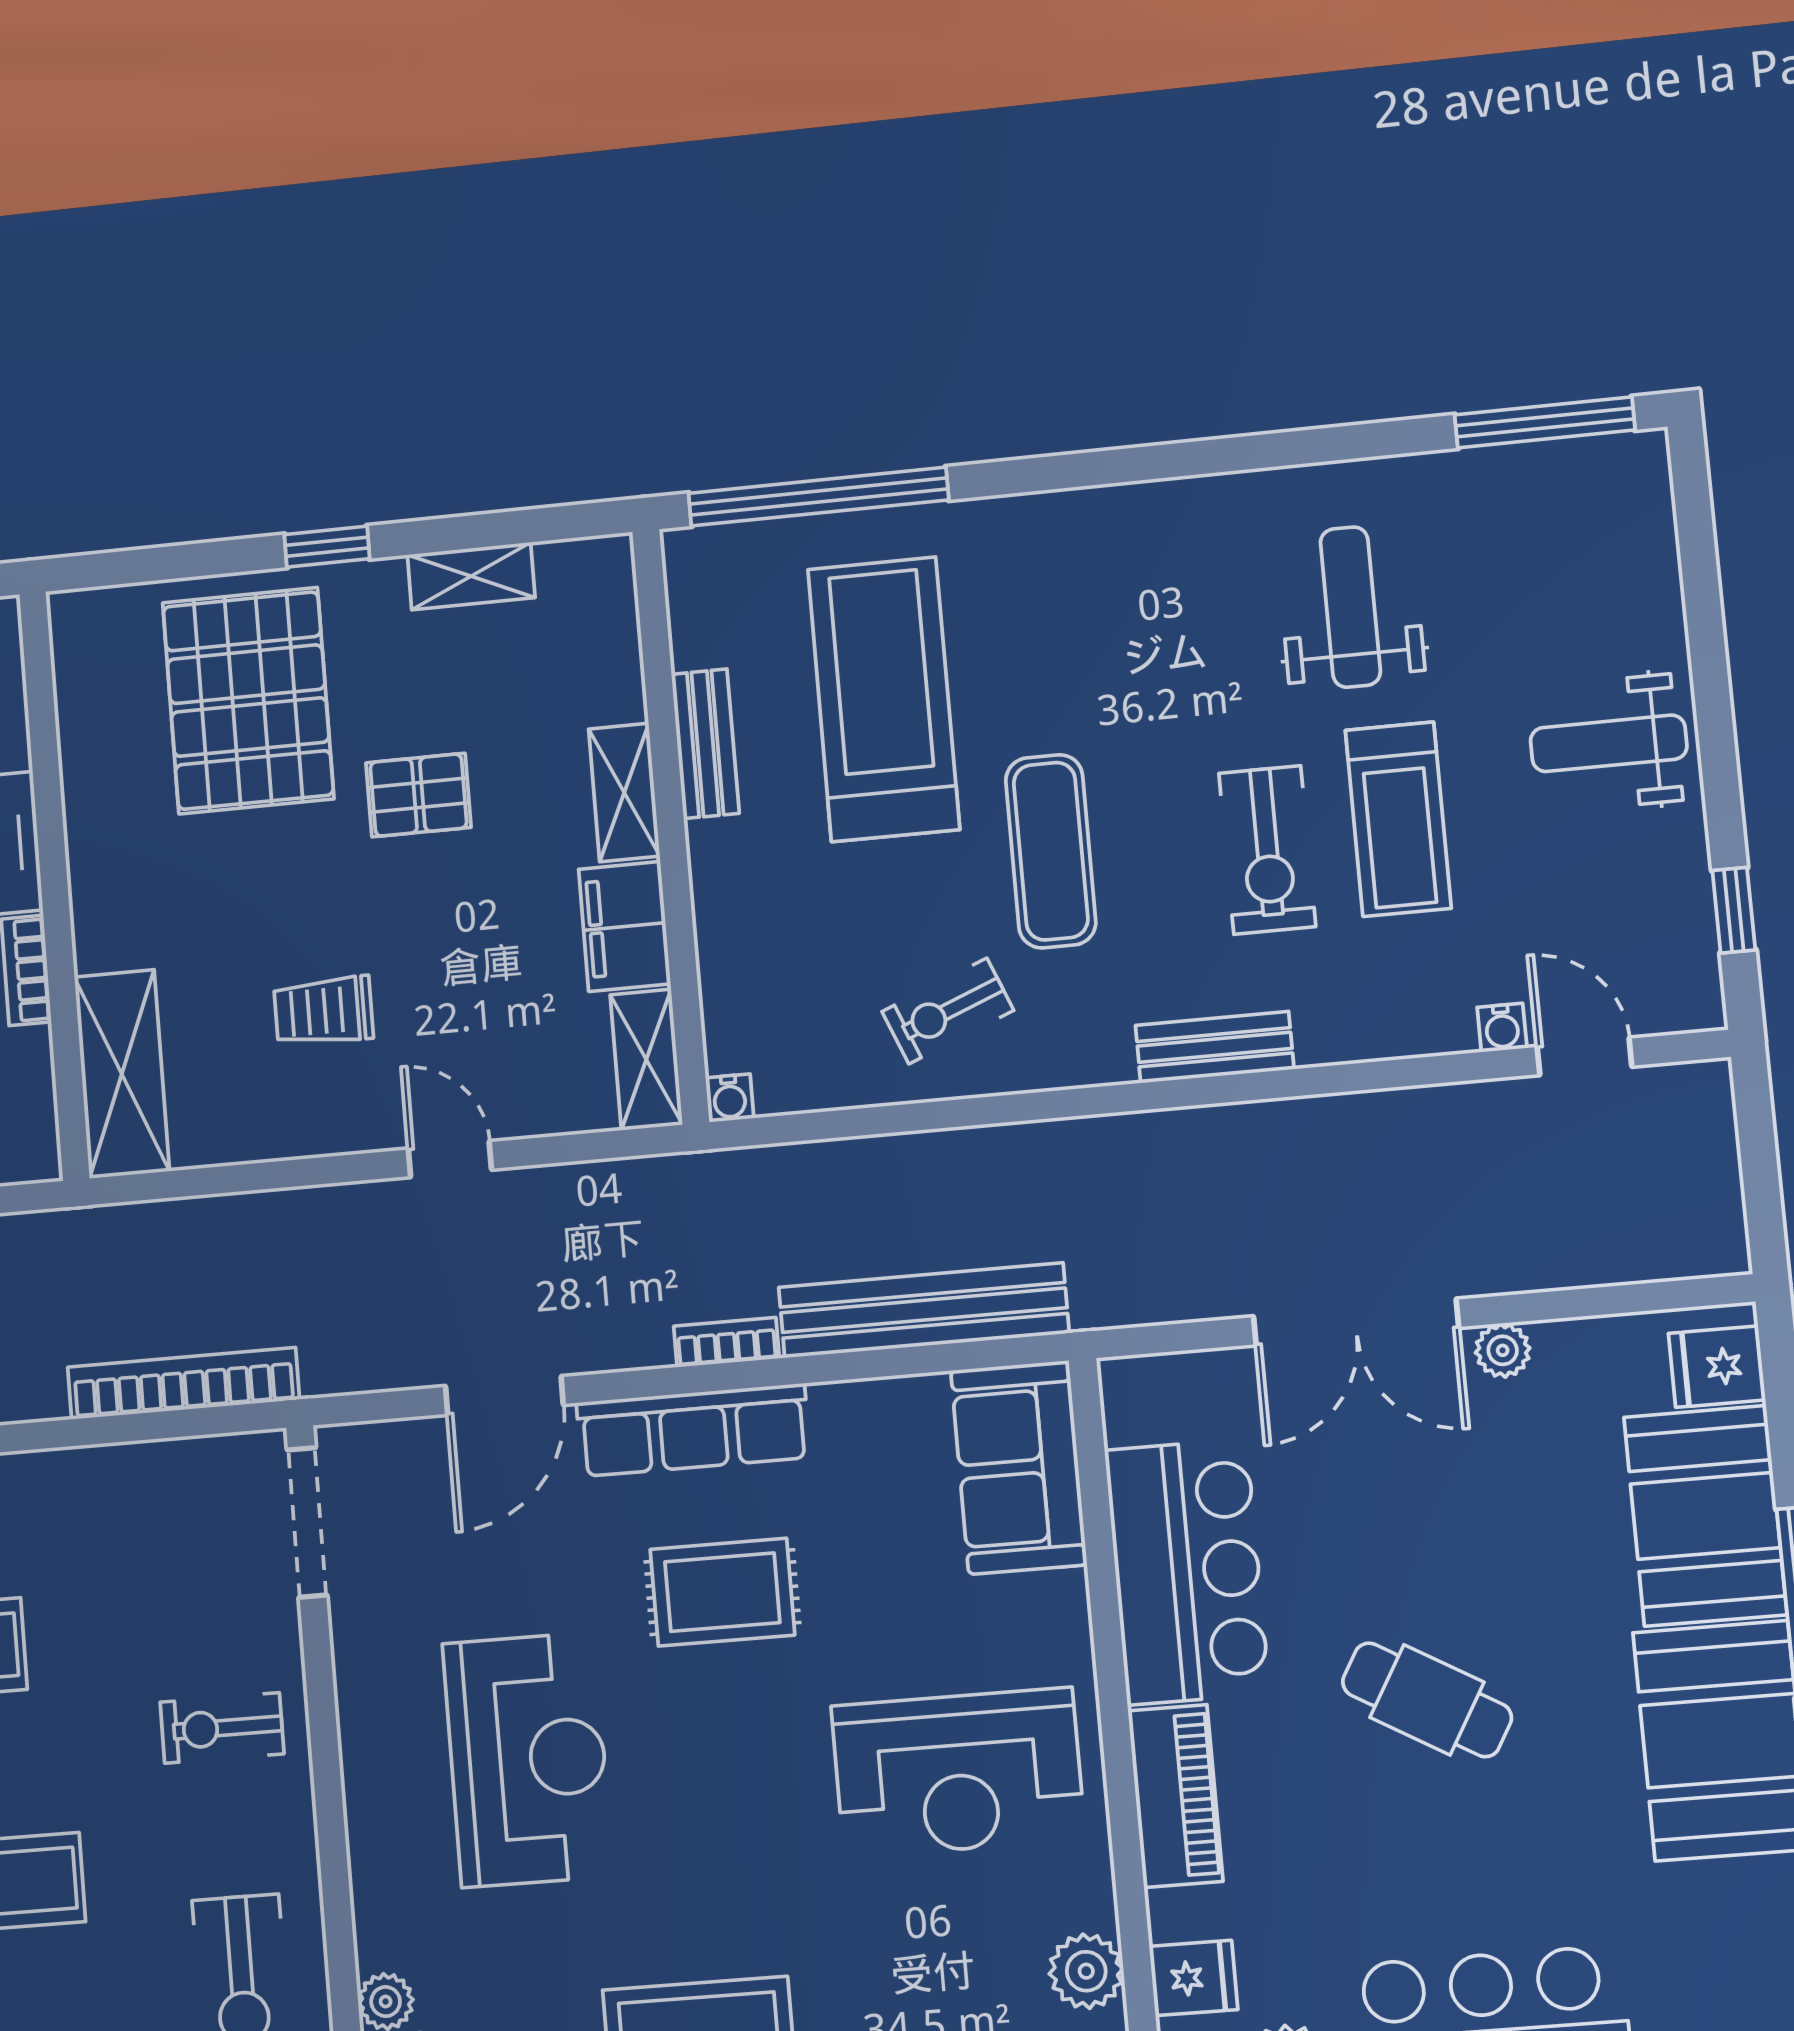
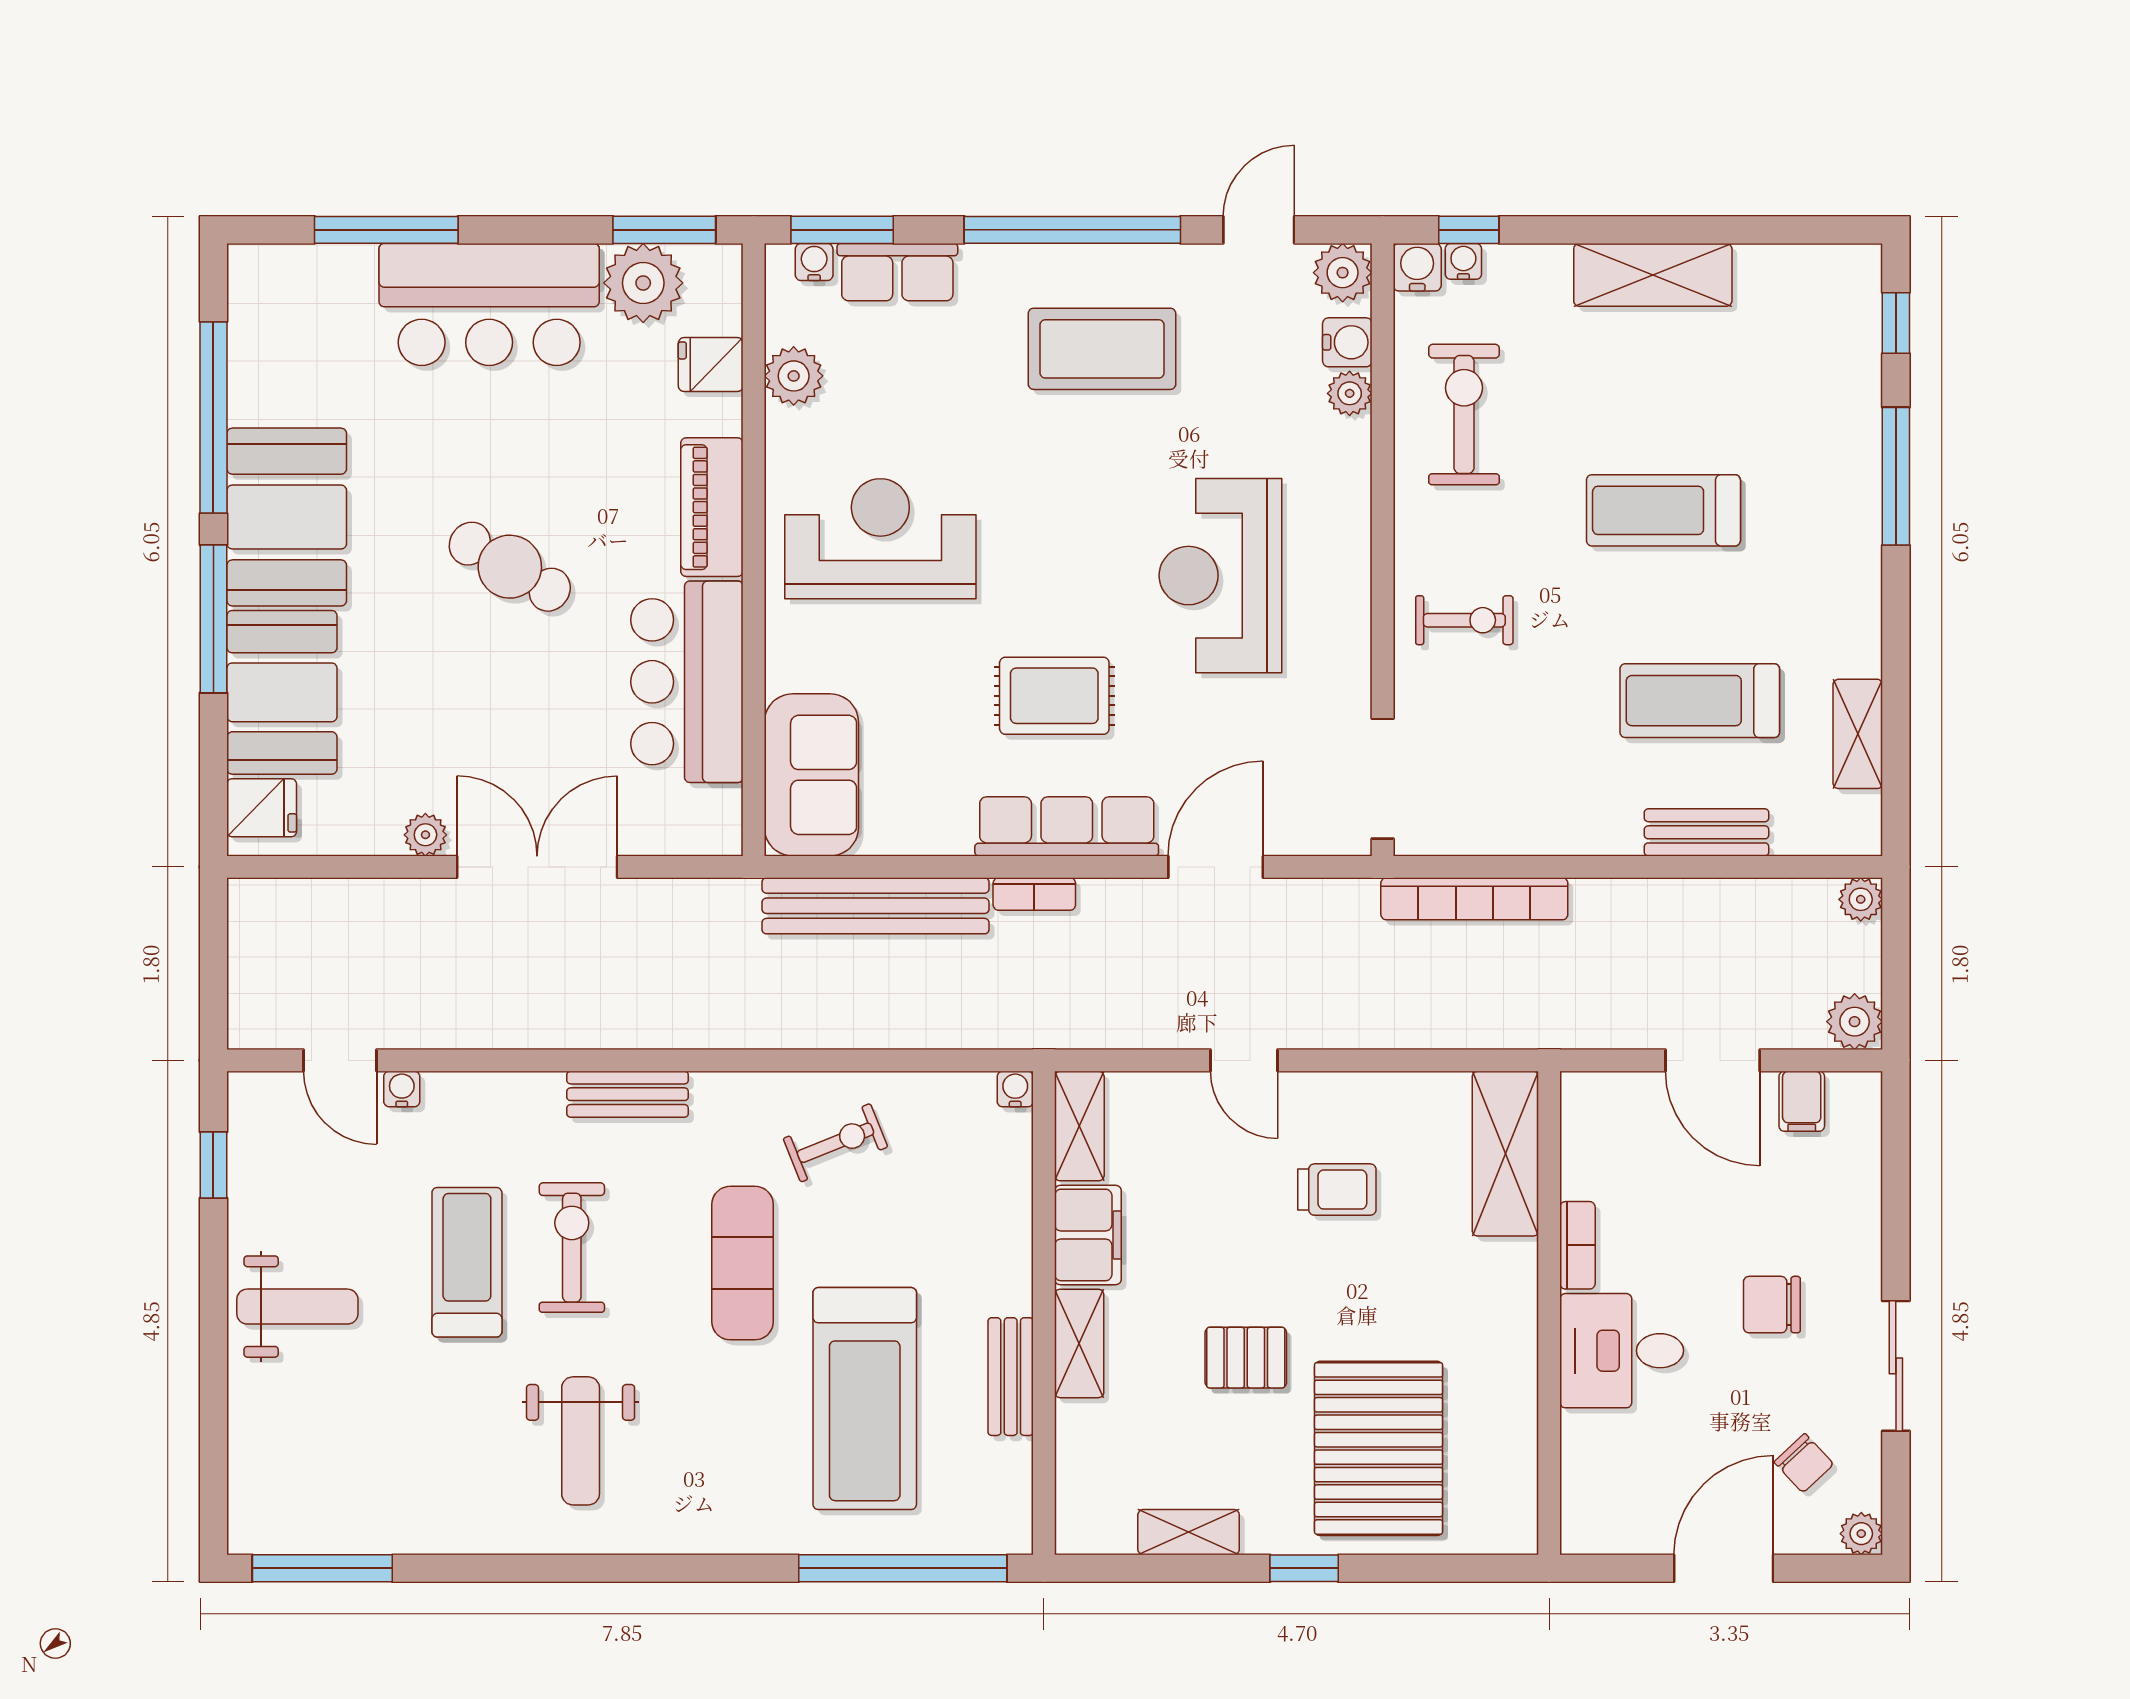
weight bench: (1350, 607) -> (581, 1441), moved

